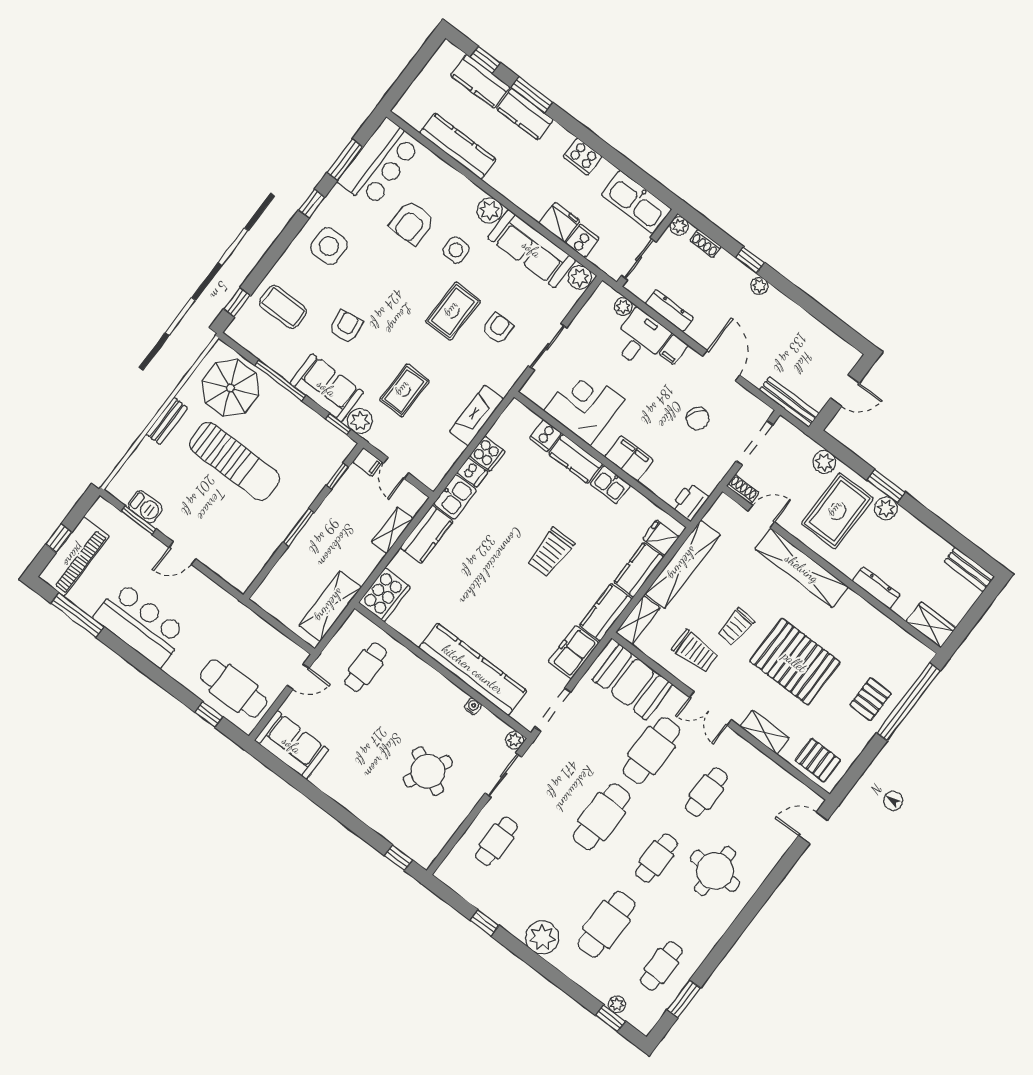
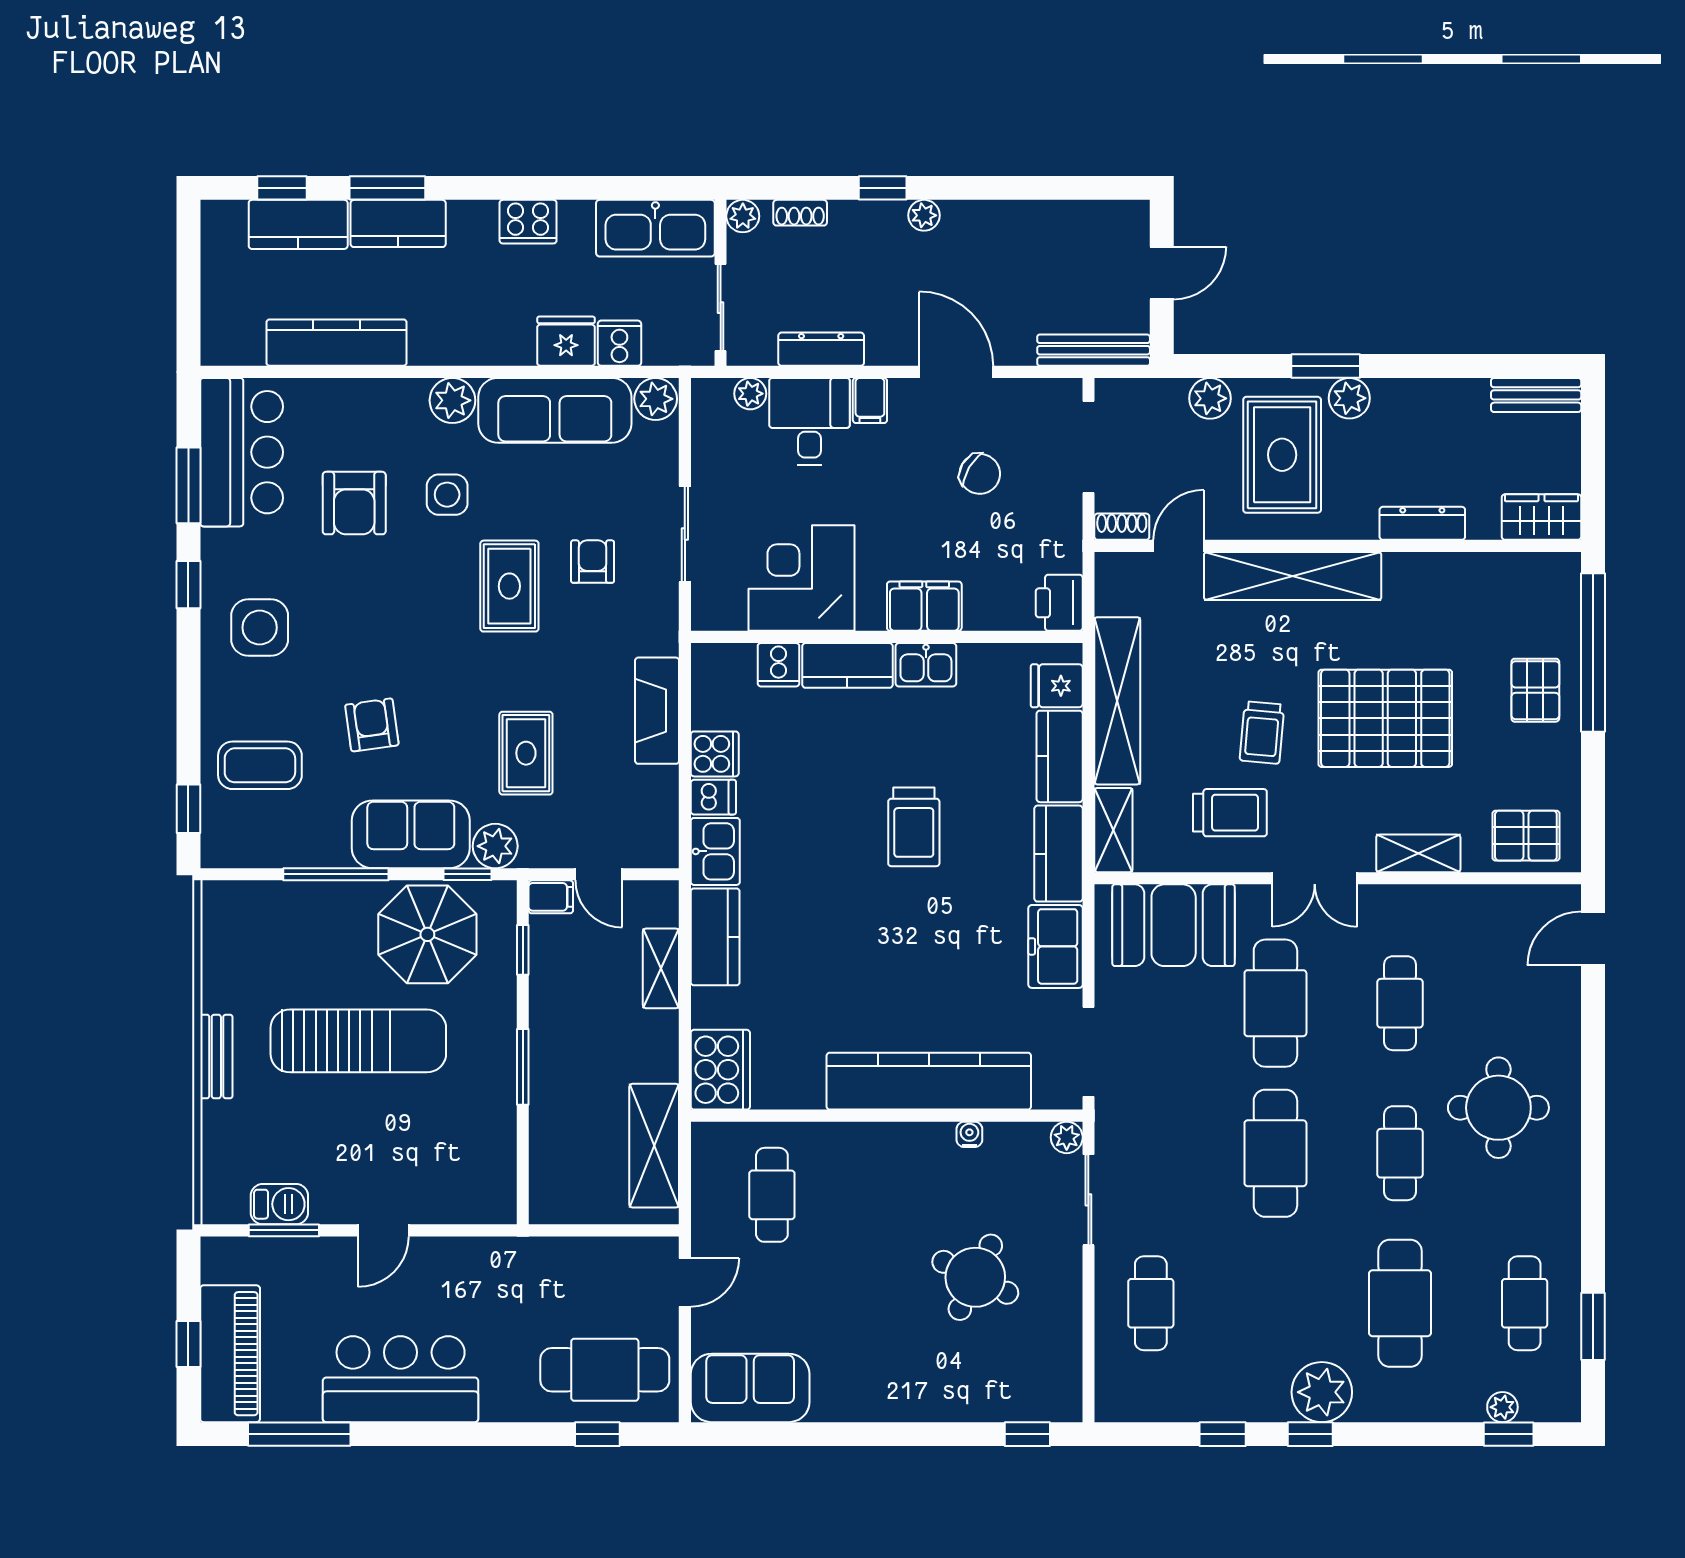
parasol: (230, 388) -> (427, 934), moved
window: (523, 952) -> (1310, 1434), added

